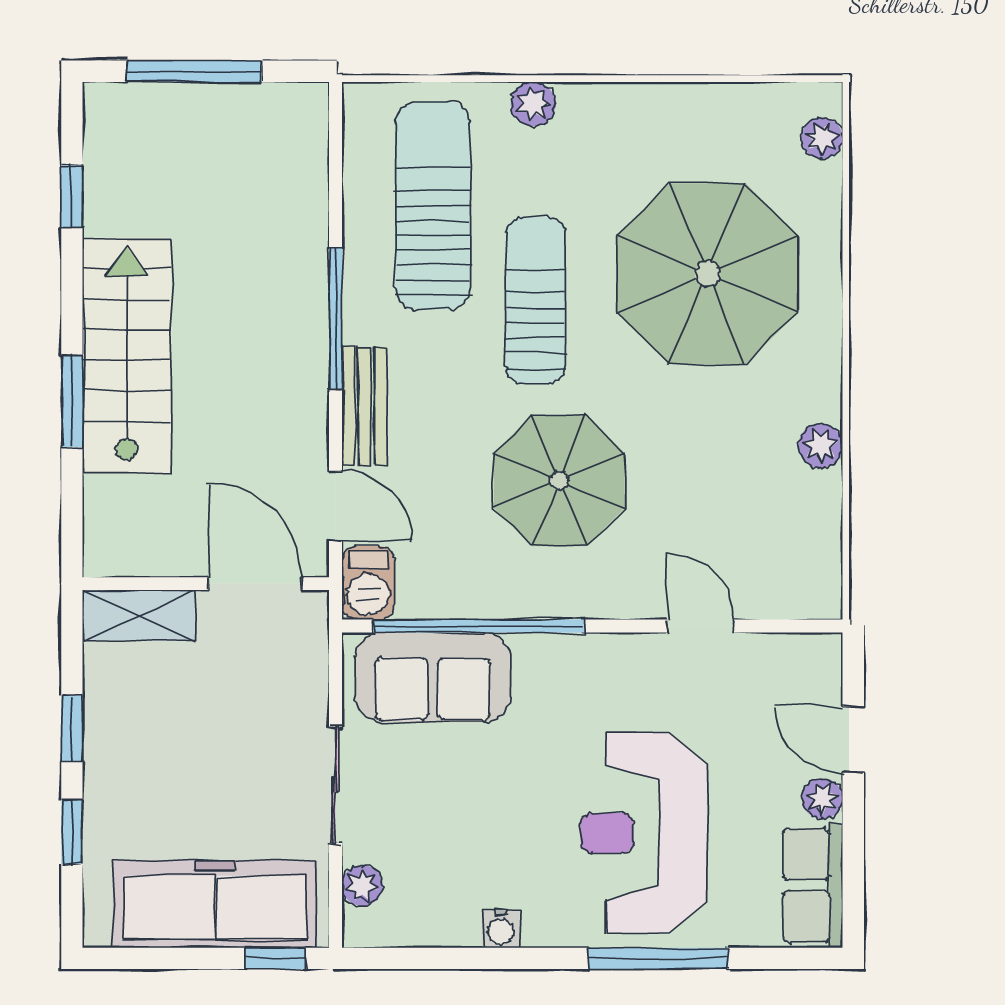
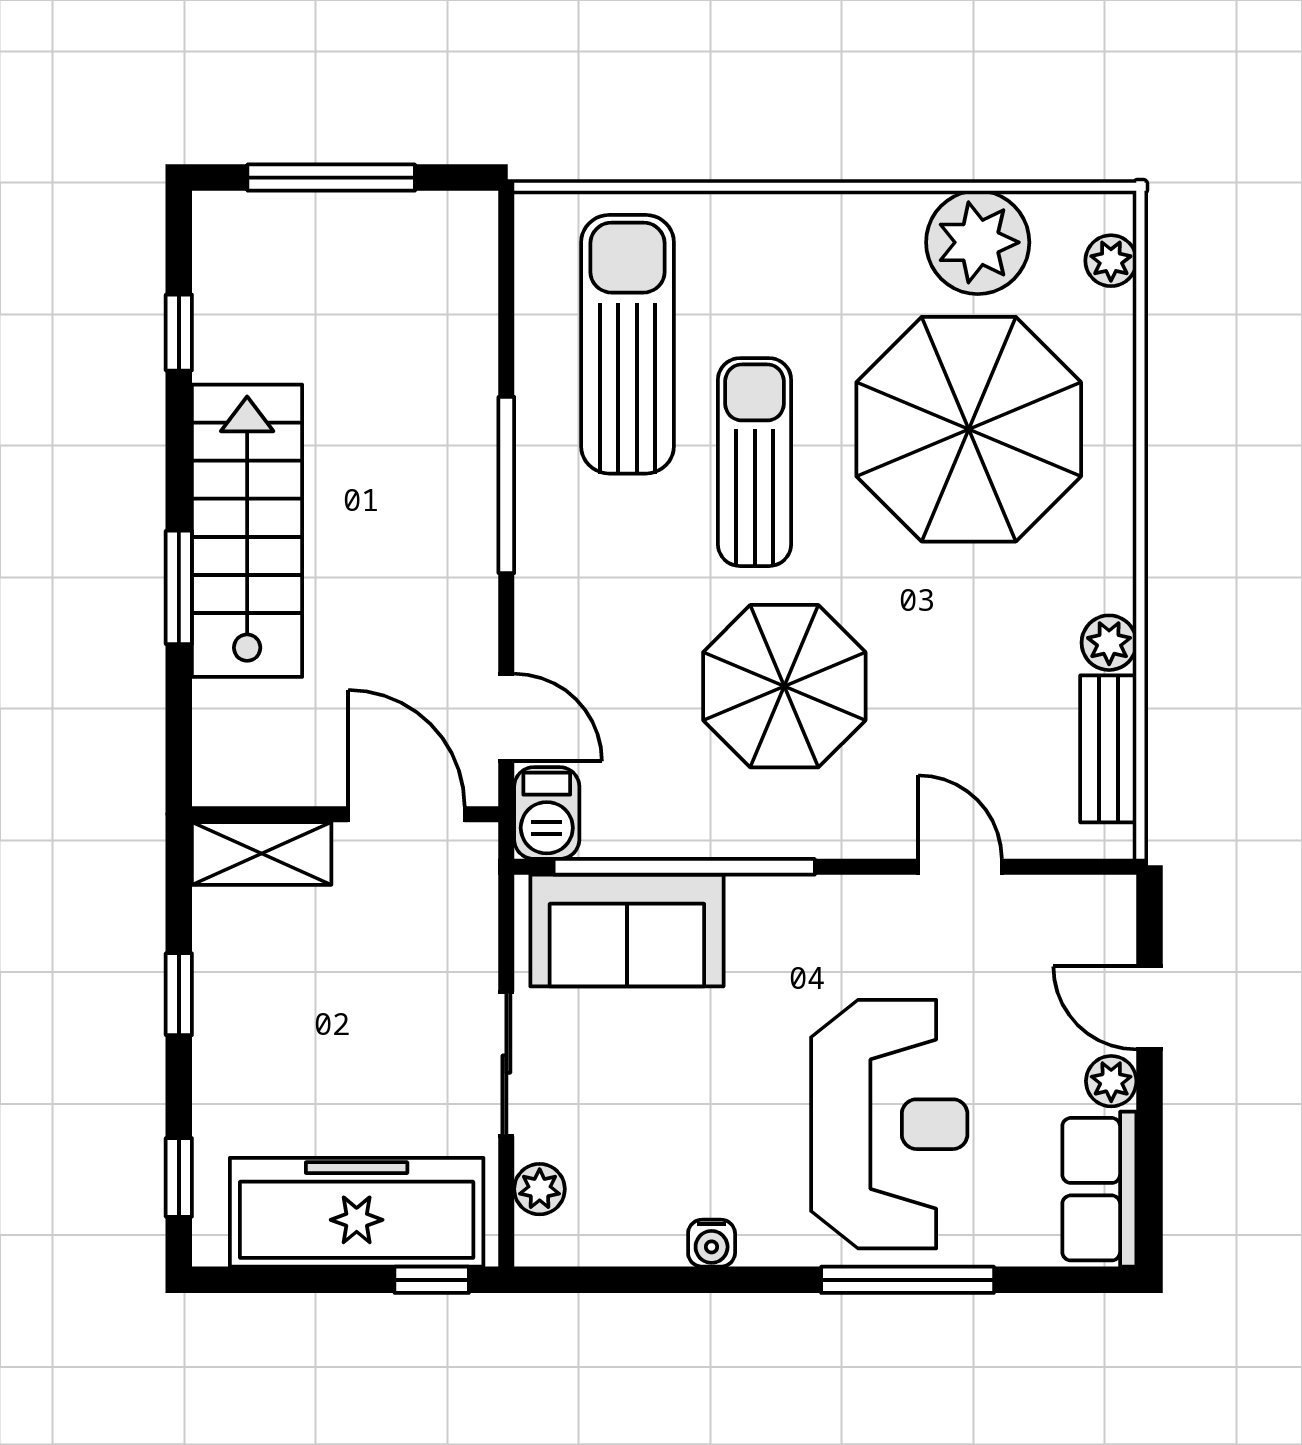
plant: (533, 104) -> (978, 242), moved, width x1.88, depth x1.88
bench: (364, 406) -> (1108, 749), moved
window: (72, 832) -> (179, 1177), moved
reception desk: (644, 833) -> (889, 1124), turned 180

